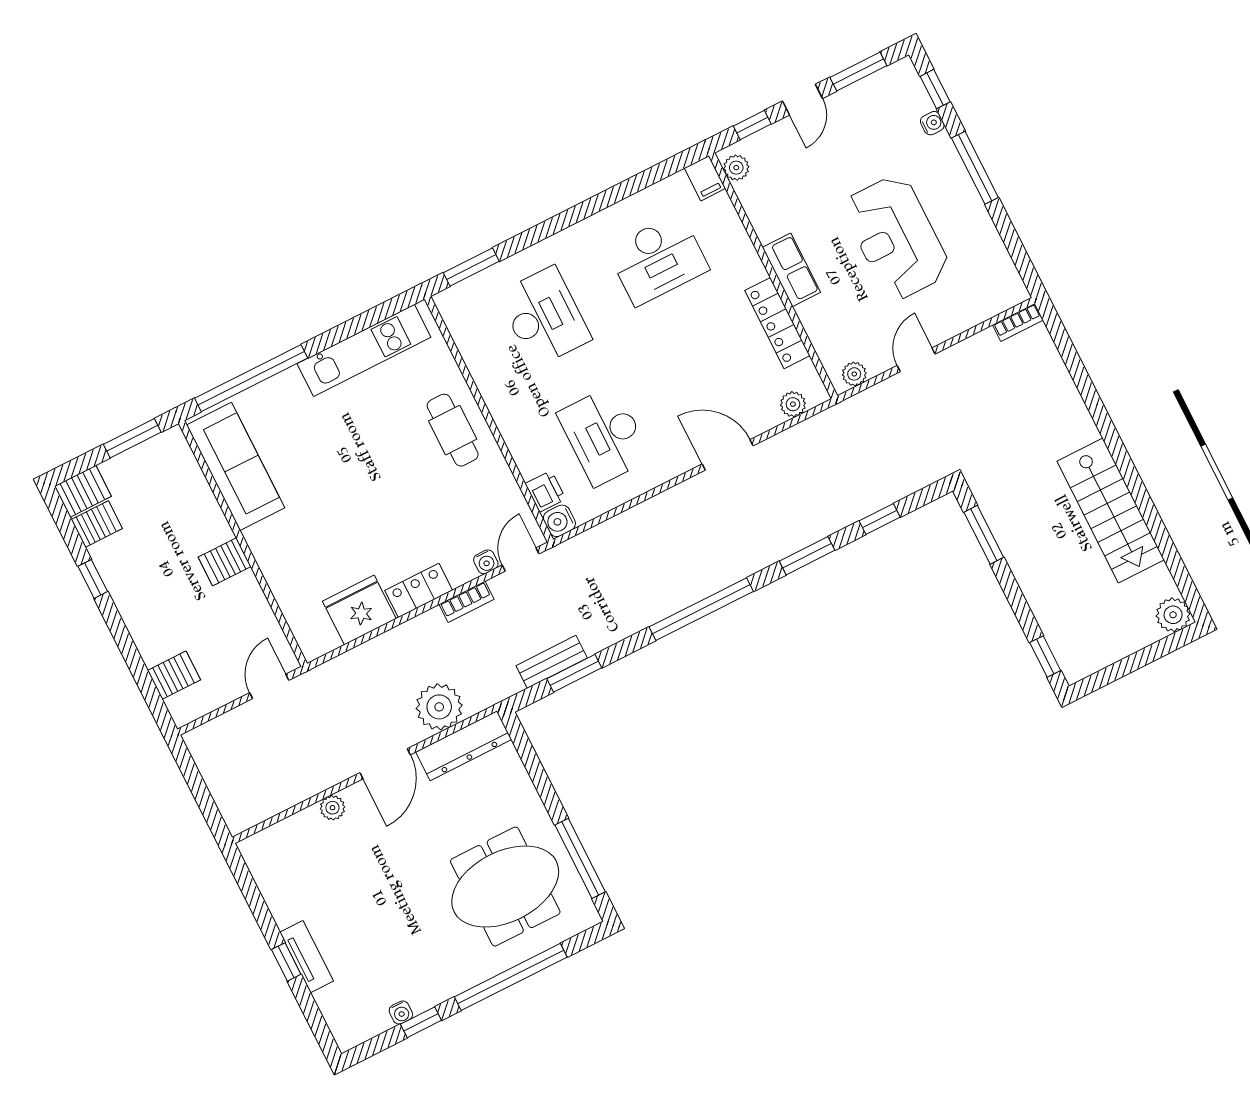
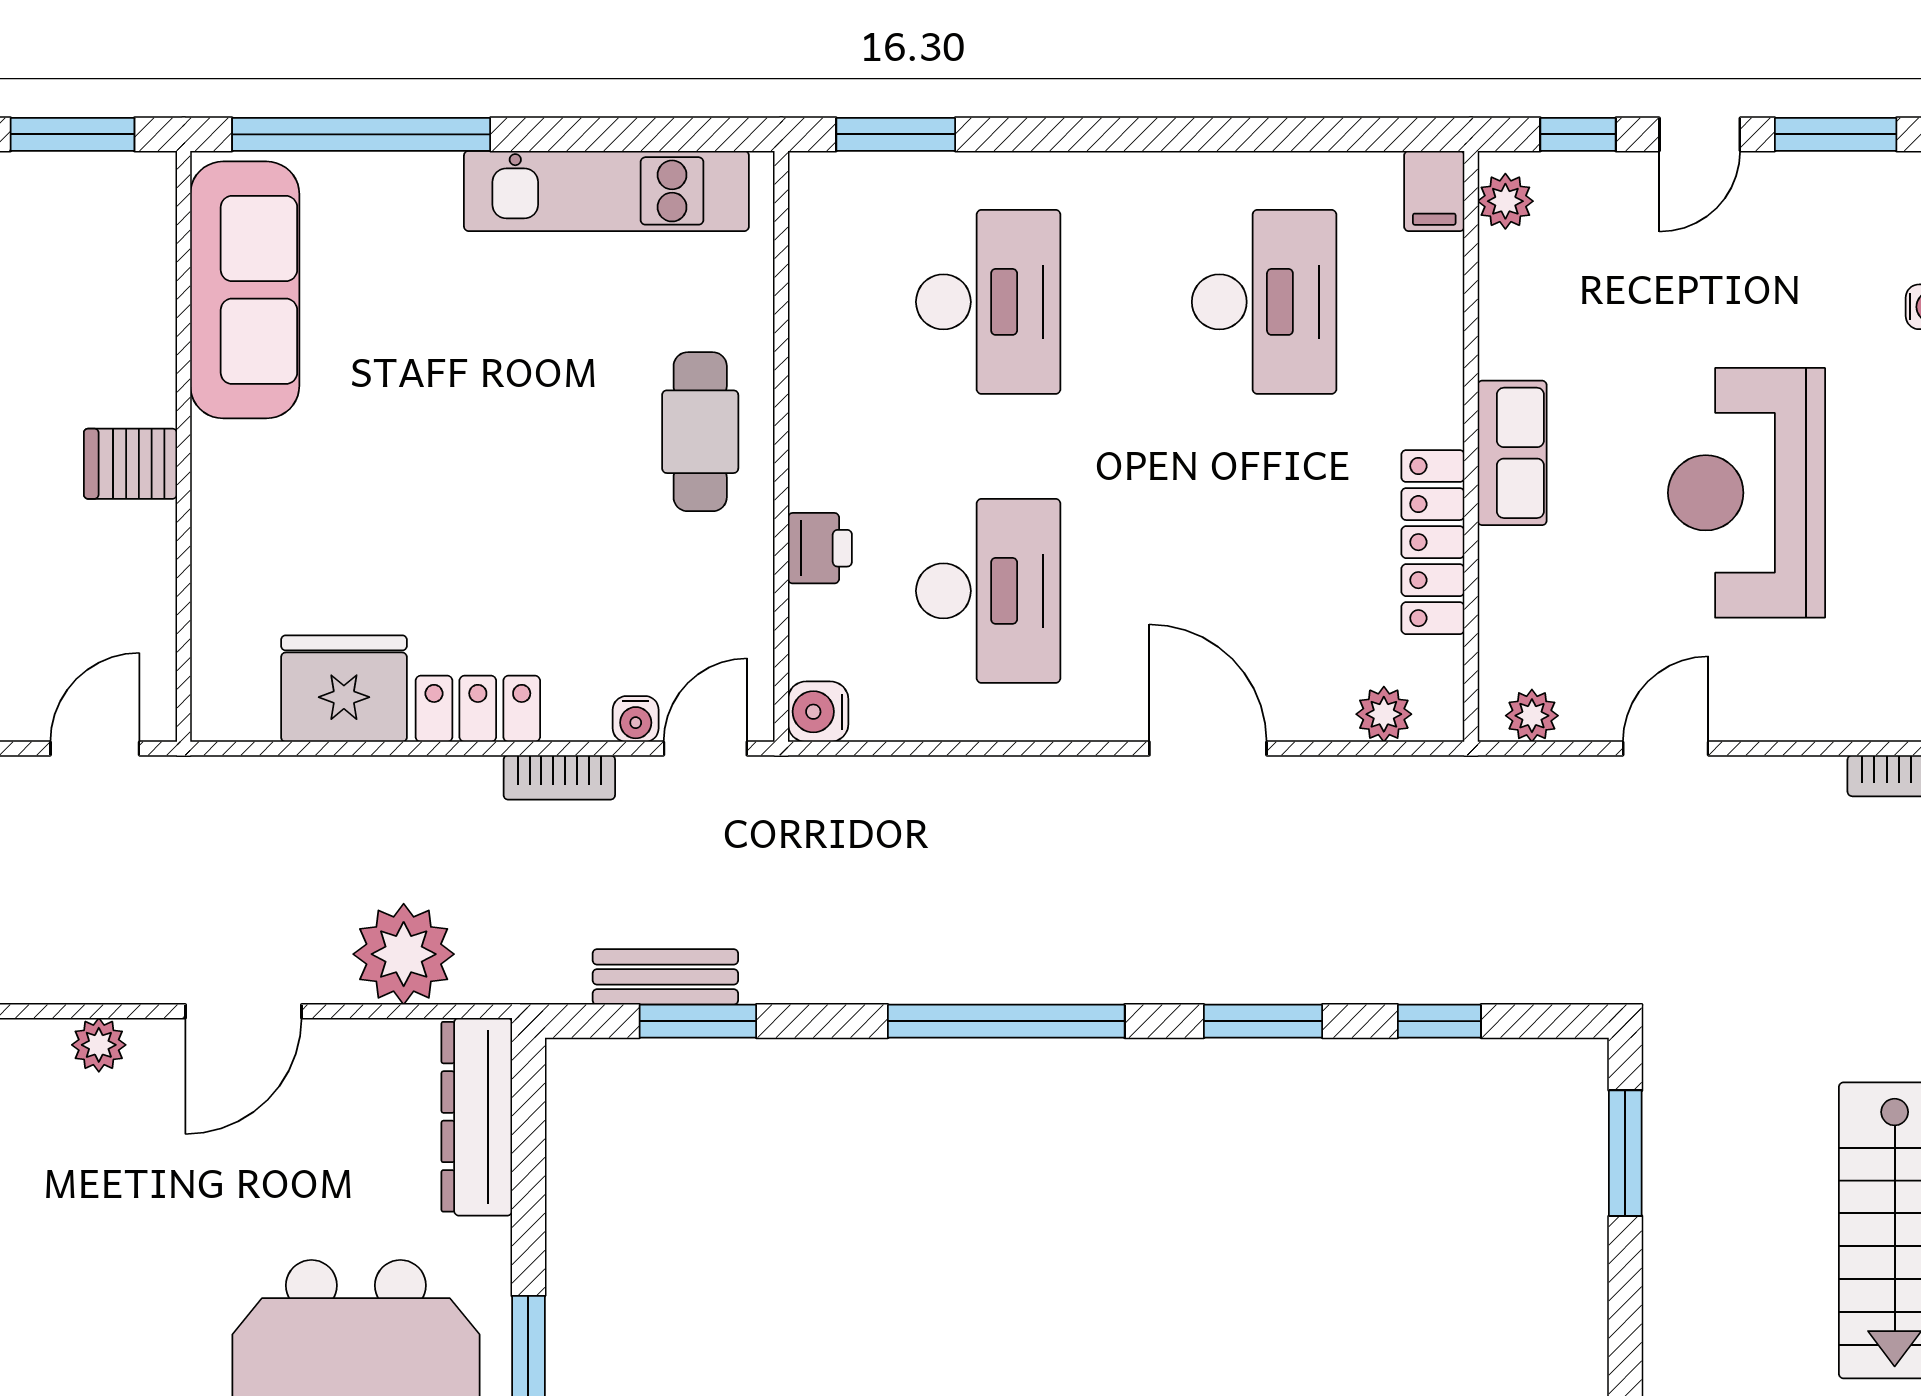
desk: (658, 259) -> (1264, 302), turned -90
desk: (604, 436) -> (988, 591), turned 180
printer: (545, 491) -> (820, 548), moved
dresser: (464, 746) -> (477, 1117), moved, turned 90

